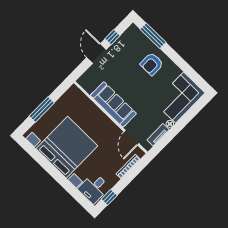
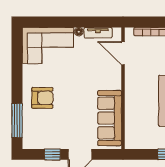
sofa: (113, 104) -> (110, 118), moved
door: (131, 138) -> (123, 53), swing flipped

